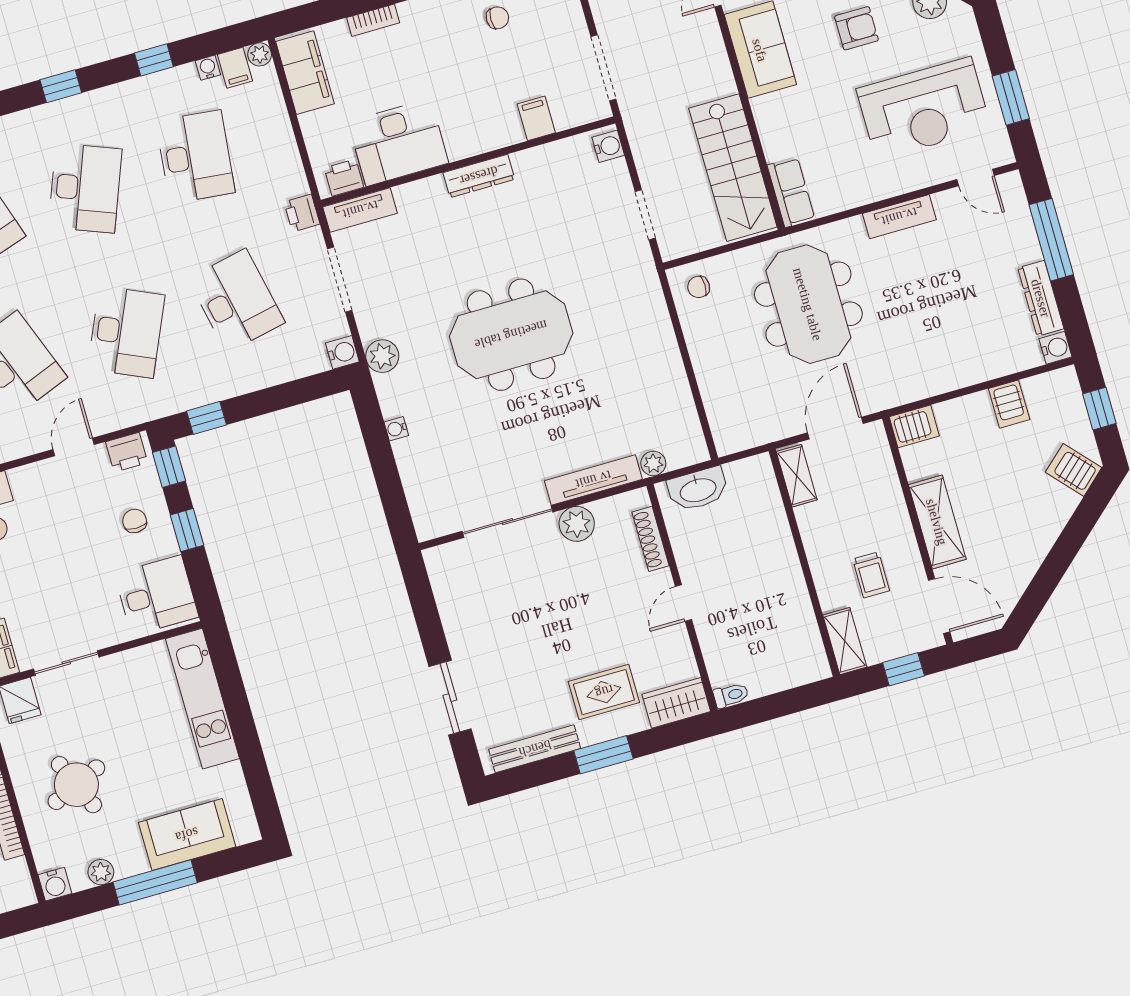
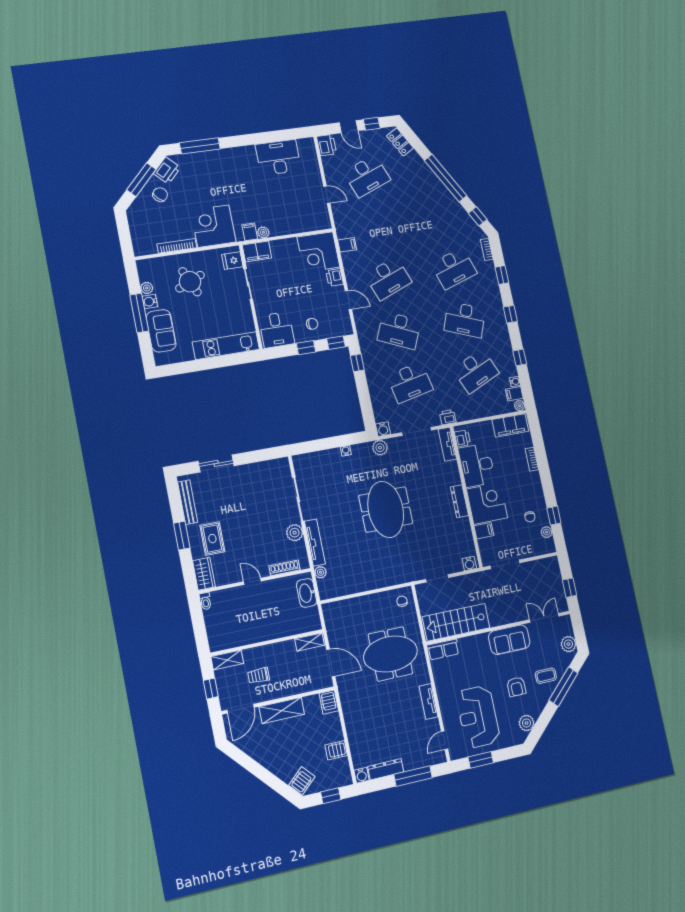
corner desk: (478, 115) -> (487, 503), added
desk: (195, 157) -> (476, 371), turned -30
printer: (127, 452) -> (335, 277), moved
water cooler: (55, 884) -> (150, 302), moved

